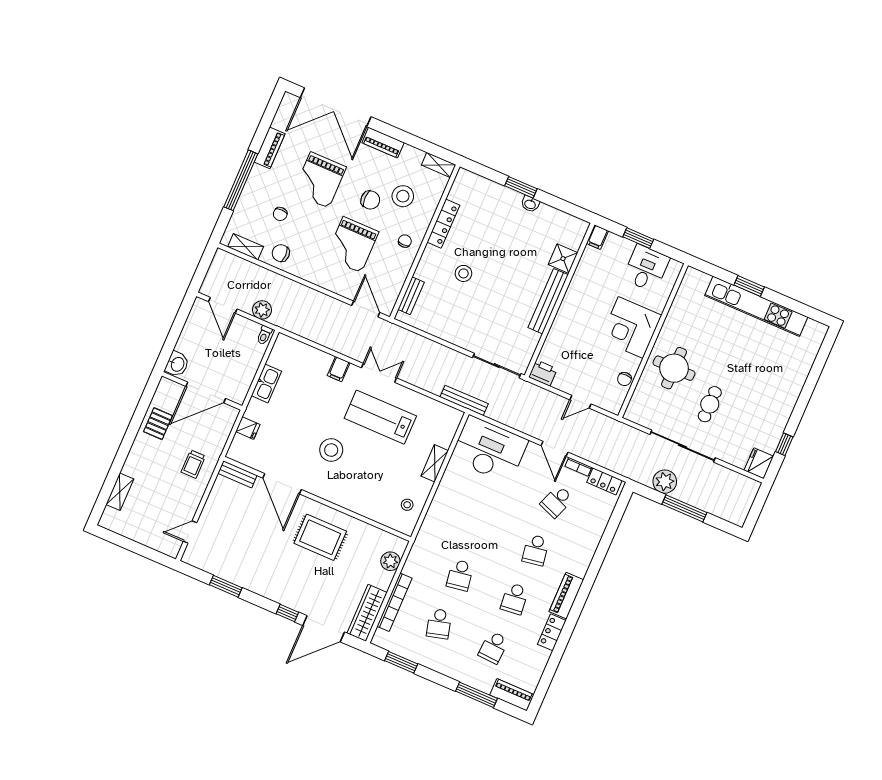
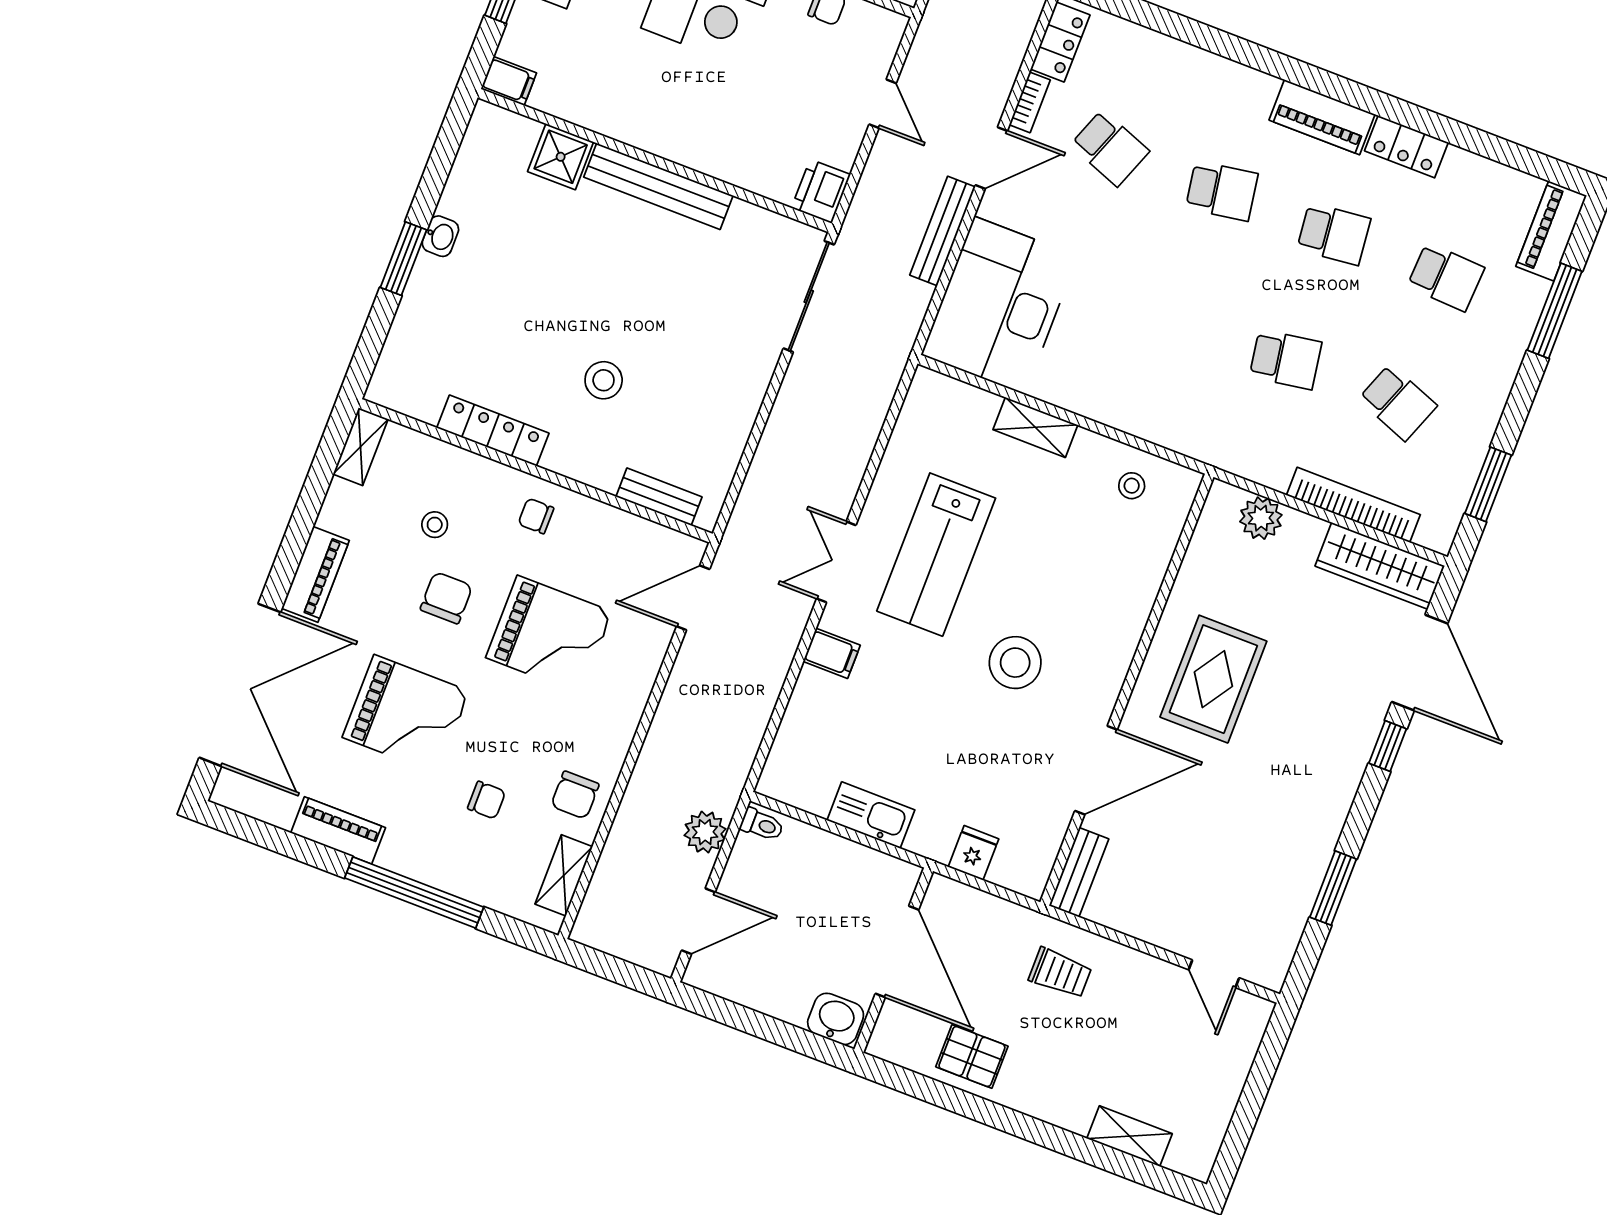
stool: (403, 196) -> (435, 525), width x0.53, depth x0.53
bench: (464, 400) -> (943, 231), moved
school desk: (439, 624) -> (1398, 402), turned 36

